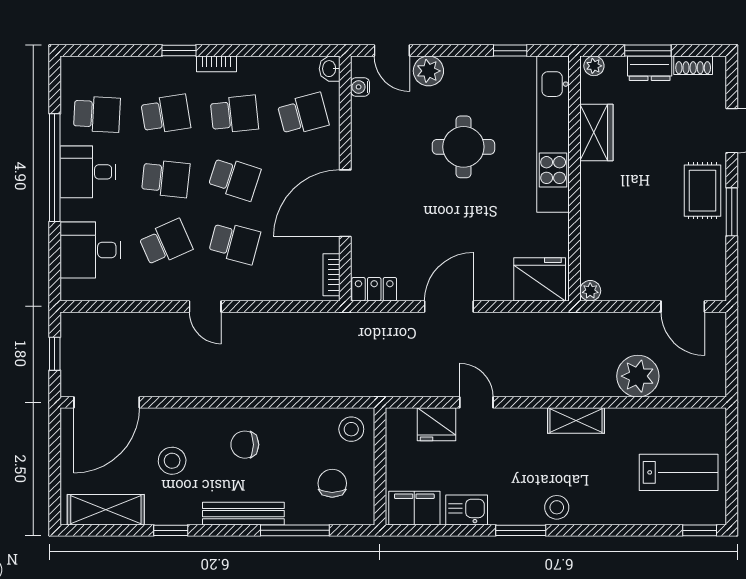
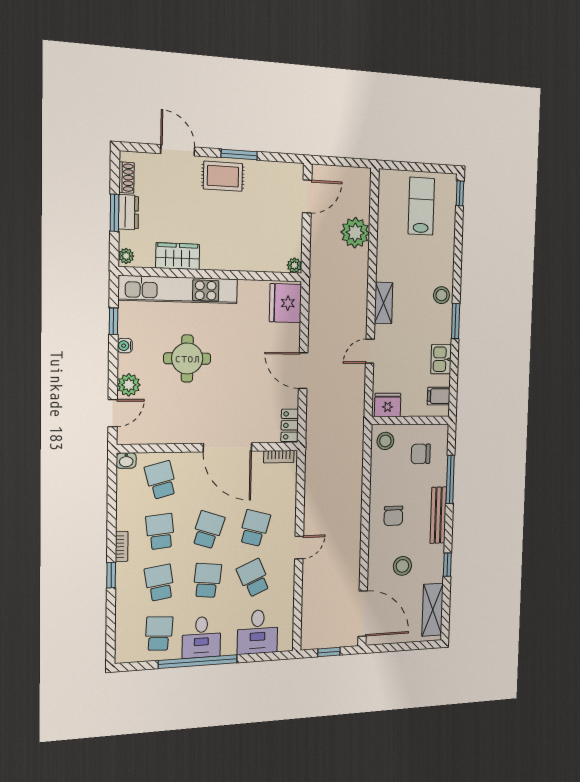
water cooler: (360, 87) -> (125, 346), moved, turned 90
shelving: (576, 421) -> (384, 303), moved
fridge: (437, 424) -> (388, 405), moved, turned -90
filing cabinet: (414, 508) -> (439, 396), width x0.50

